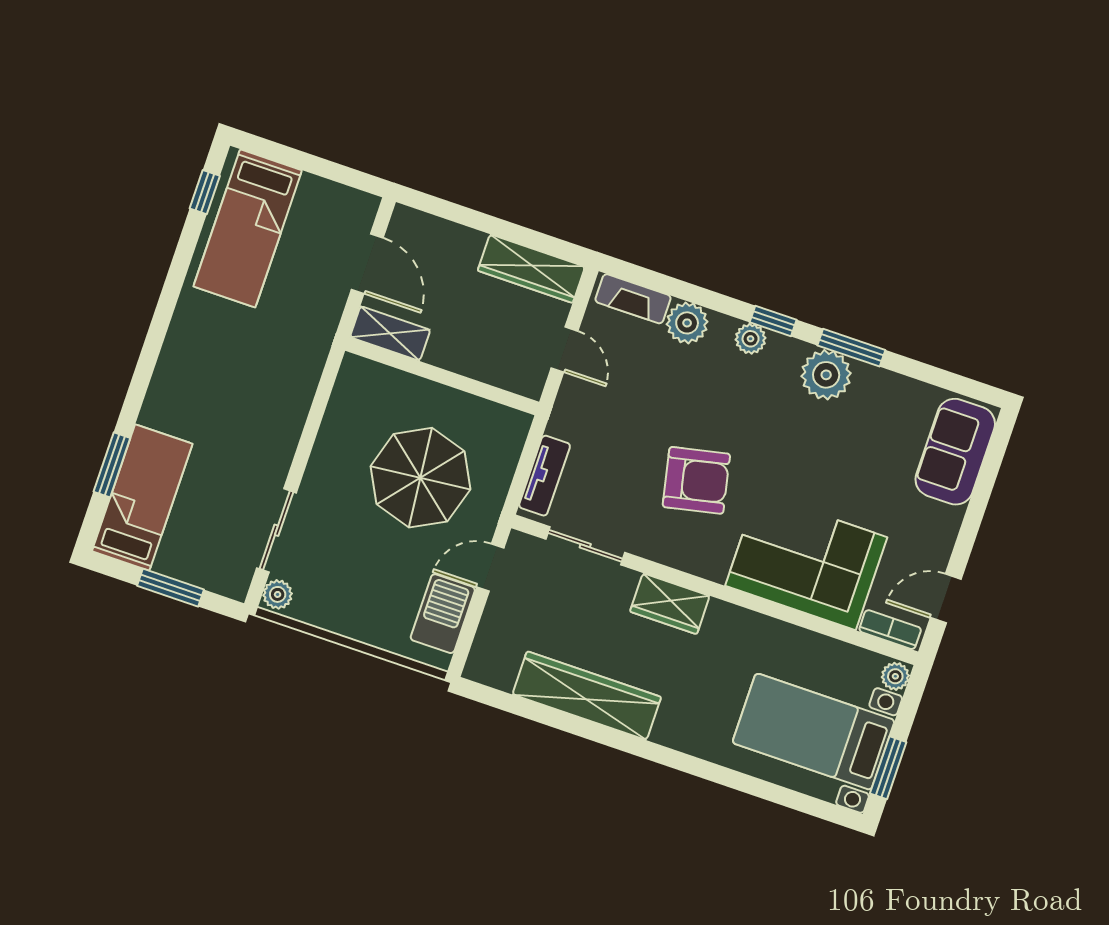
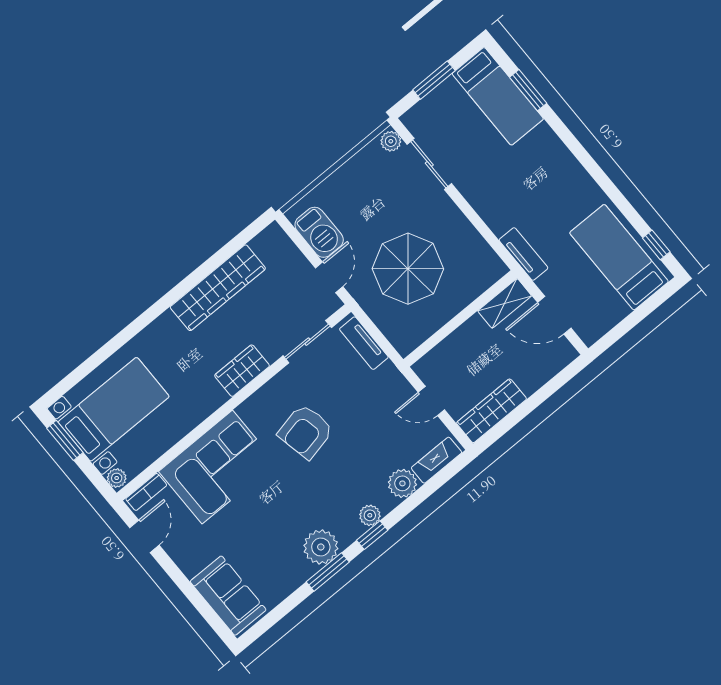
tv unit: (316, 347) -> (523, 254), added

